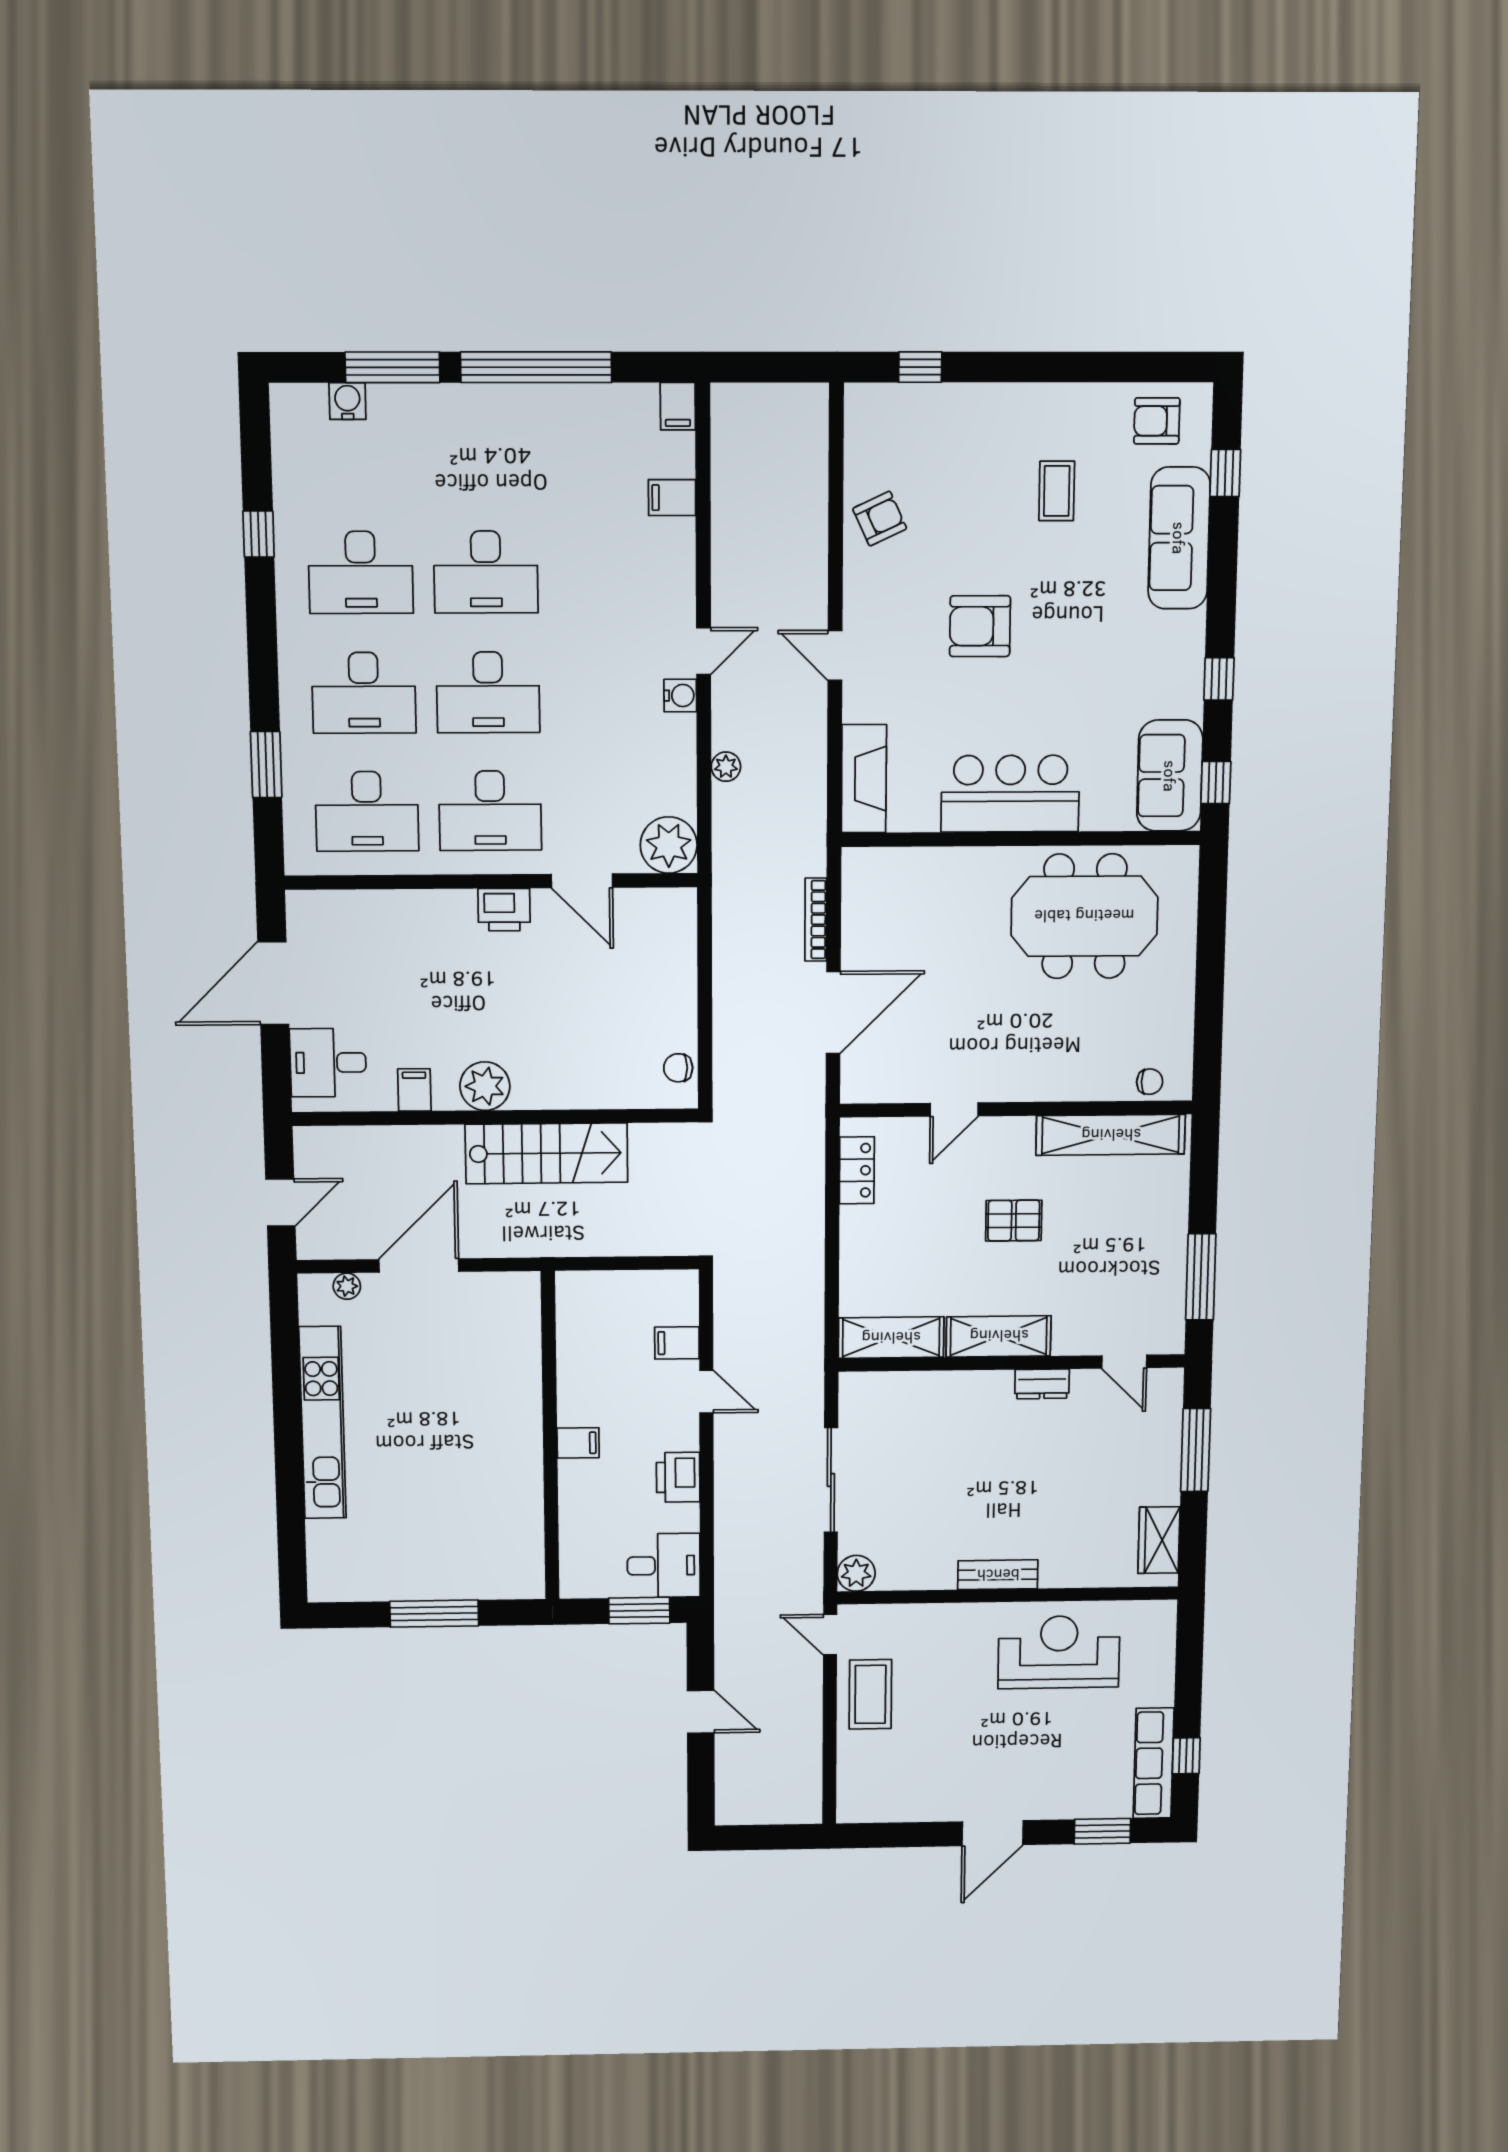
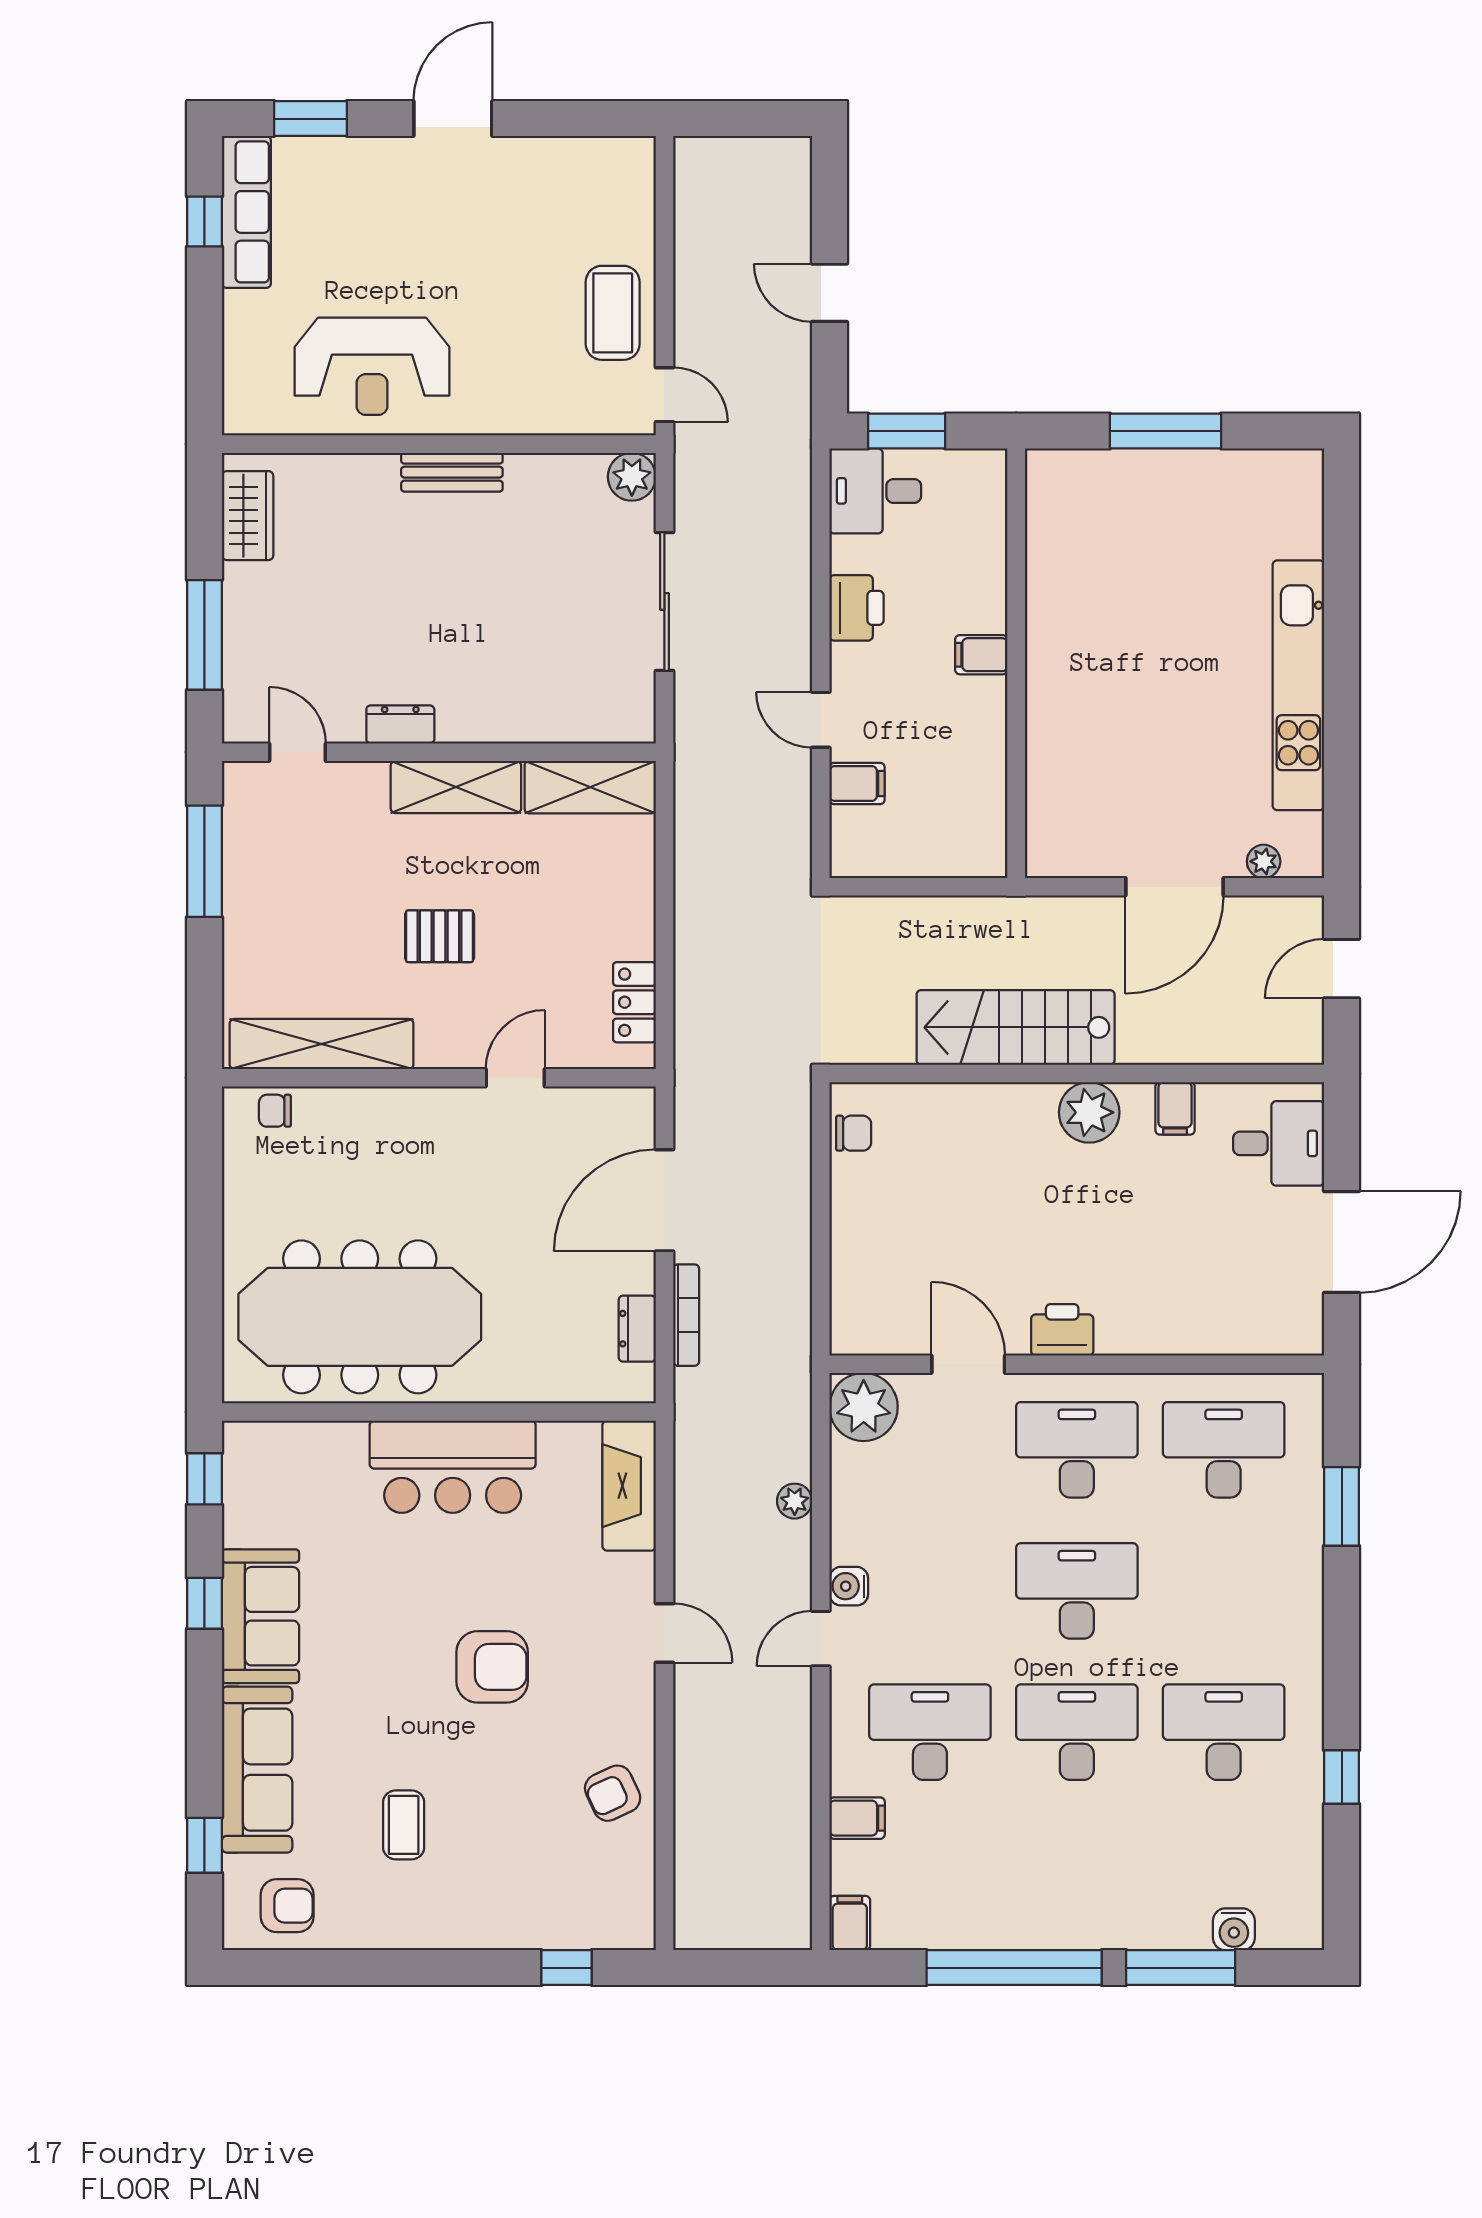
desk: (364, 693) -> (930, 1732), moved
sofa: (1170, 776) -> (260, 1616), moved
dresser: (856, 908) -> (637, 1329), added
meeting table: (1084, 916) -> (360, 1317), width x1.36

